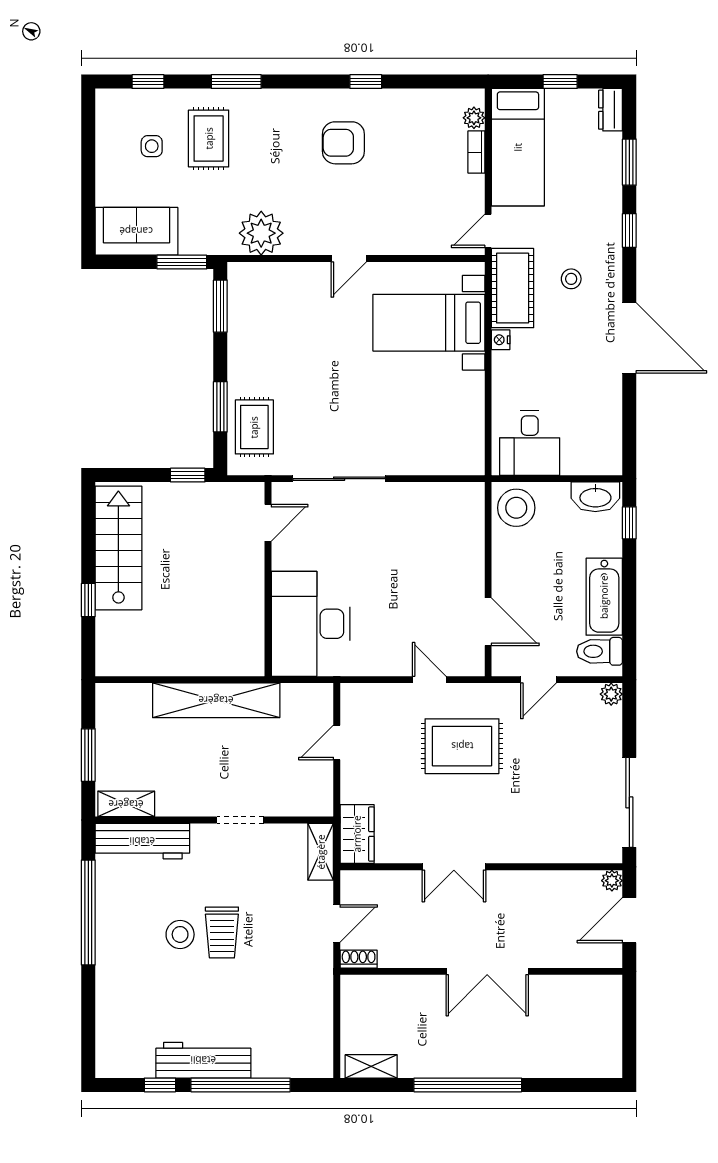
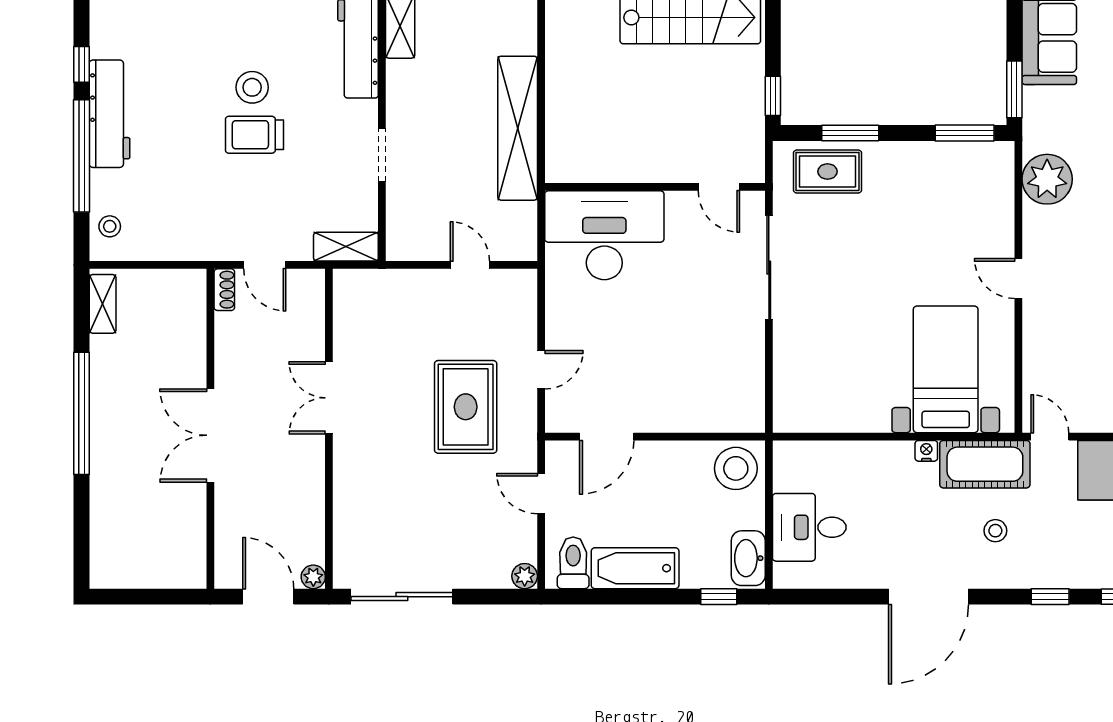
desk: (530, 443) -> (809, 527), moved
wardrobe: (357, 834) -> (366, 288), removed
stool: (303, 1060) -> (110, 226), added

